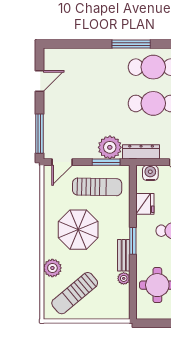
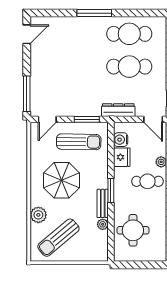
window: (131, 44) -> (94, 13), moved
door: (40, 81) -> (27, 34), moved
plant: (110, 147) -> (90, 106), removed
water cooler: (150, 173) -> (121, 140), moved, turned -90

